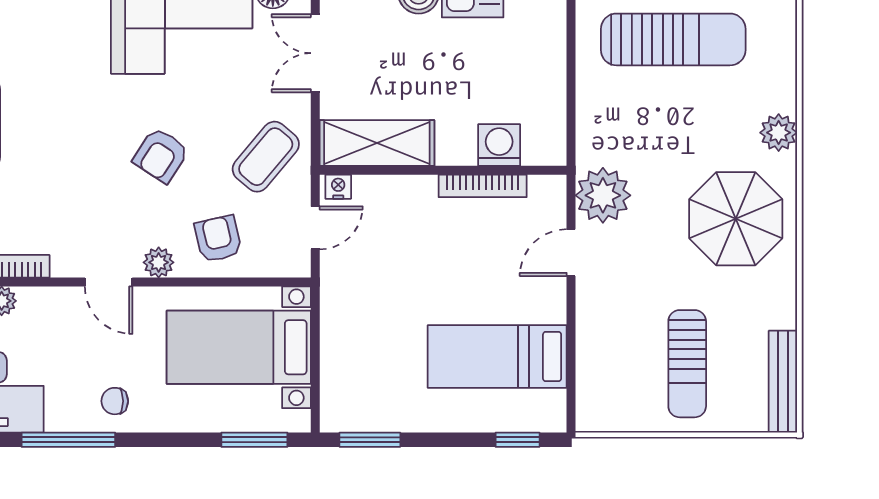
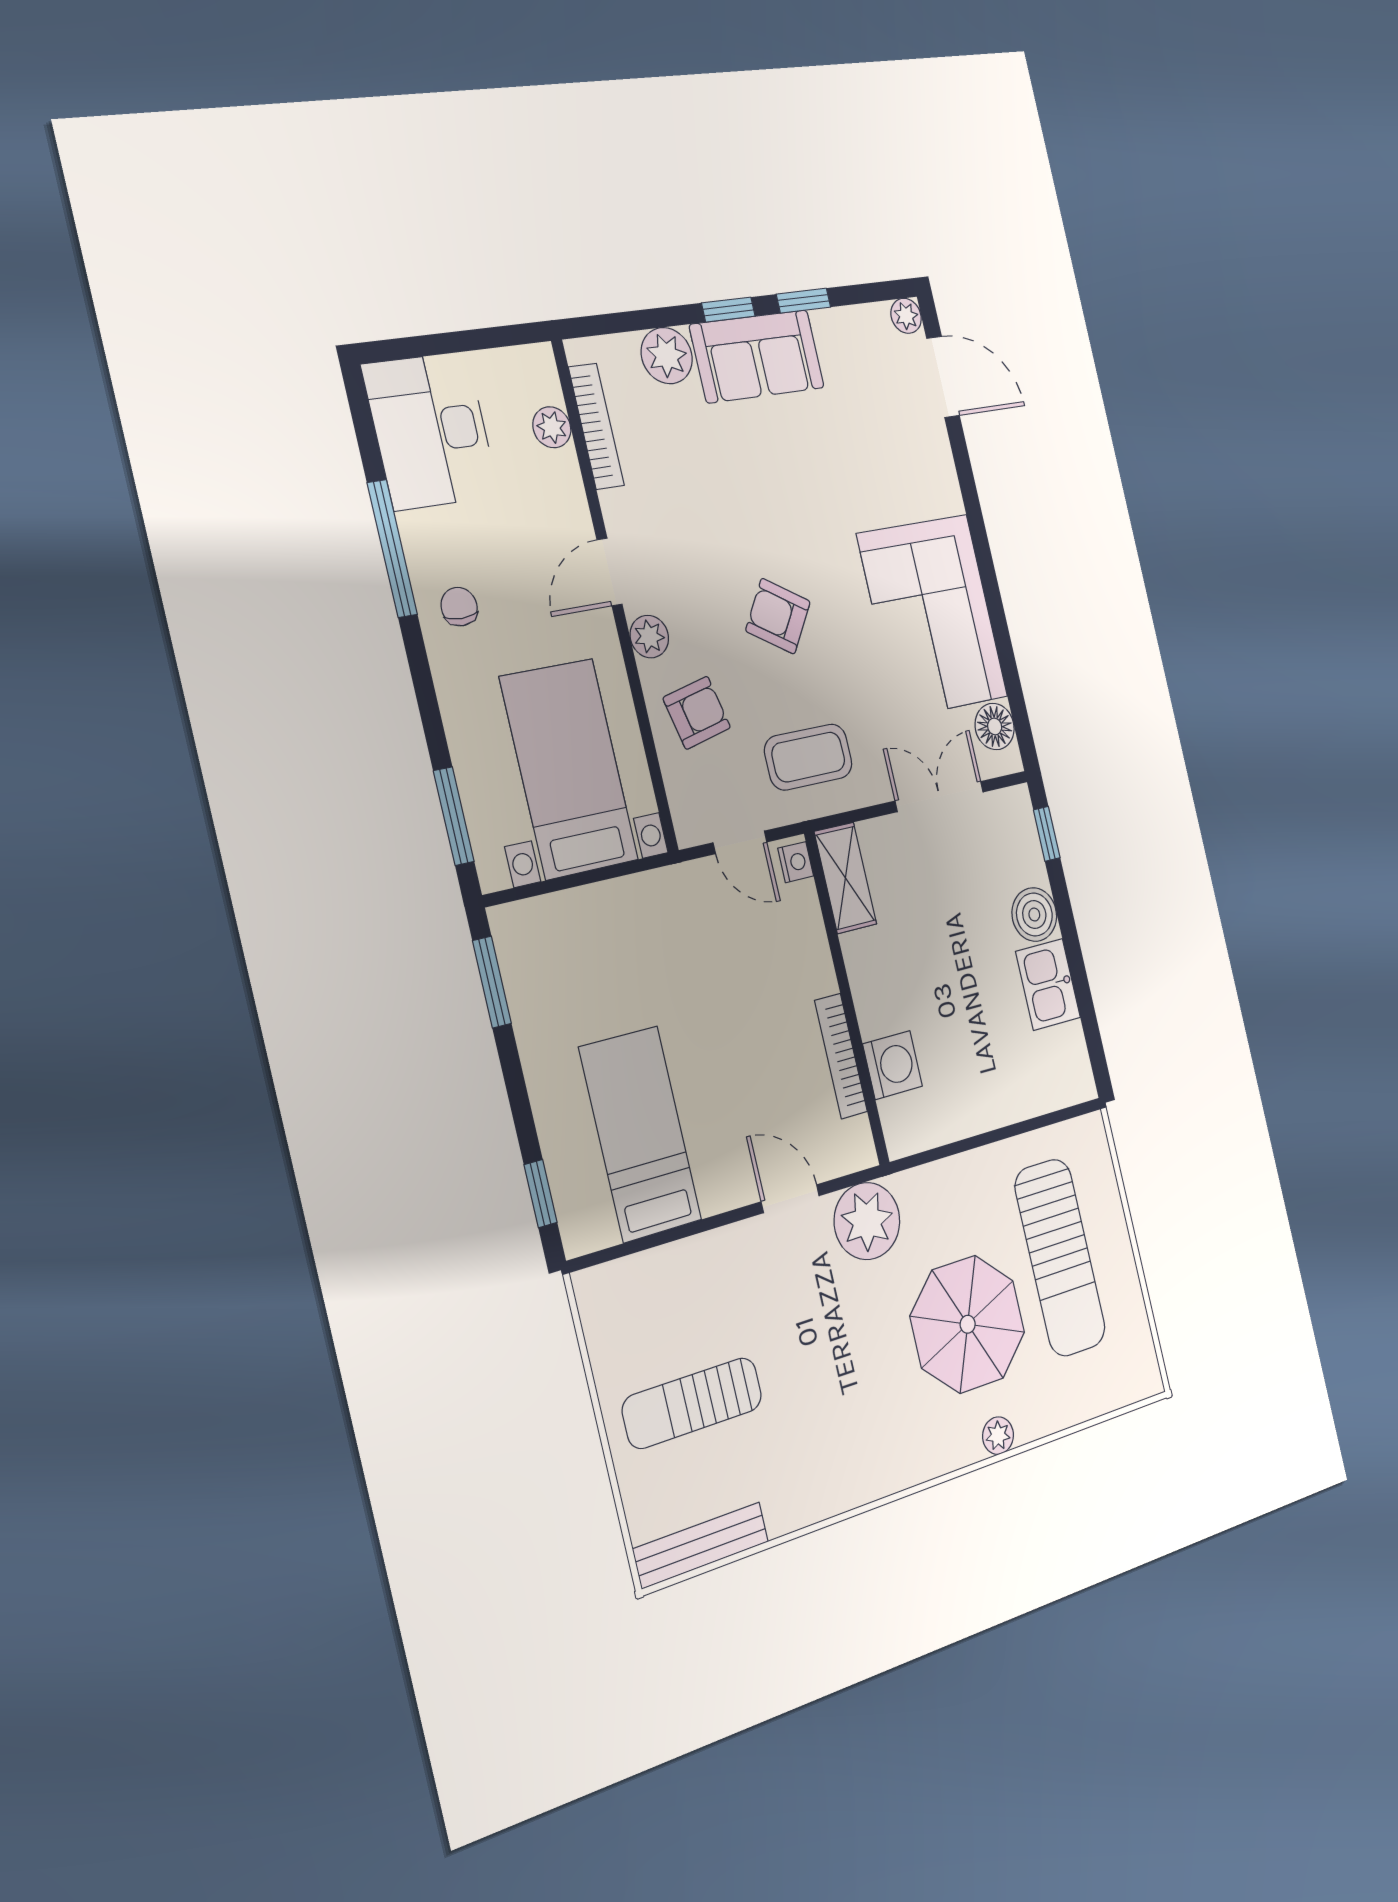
plant: (779, 133) -> (998, 1436), width x0.73, depth x0.73
shelving: (377, 143) -> (845, 878), width x0.67, depth x0.75
coffee table: (266, 157) -> (808, 757), turned -40
parasol: (736, 219) -> (968, 1324), moved

